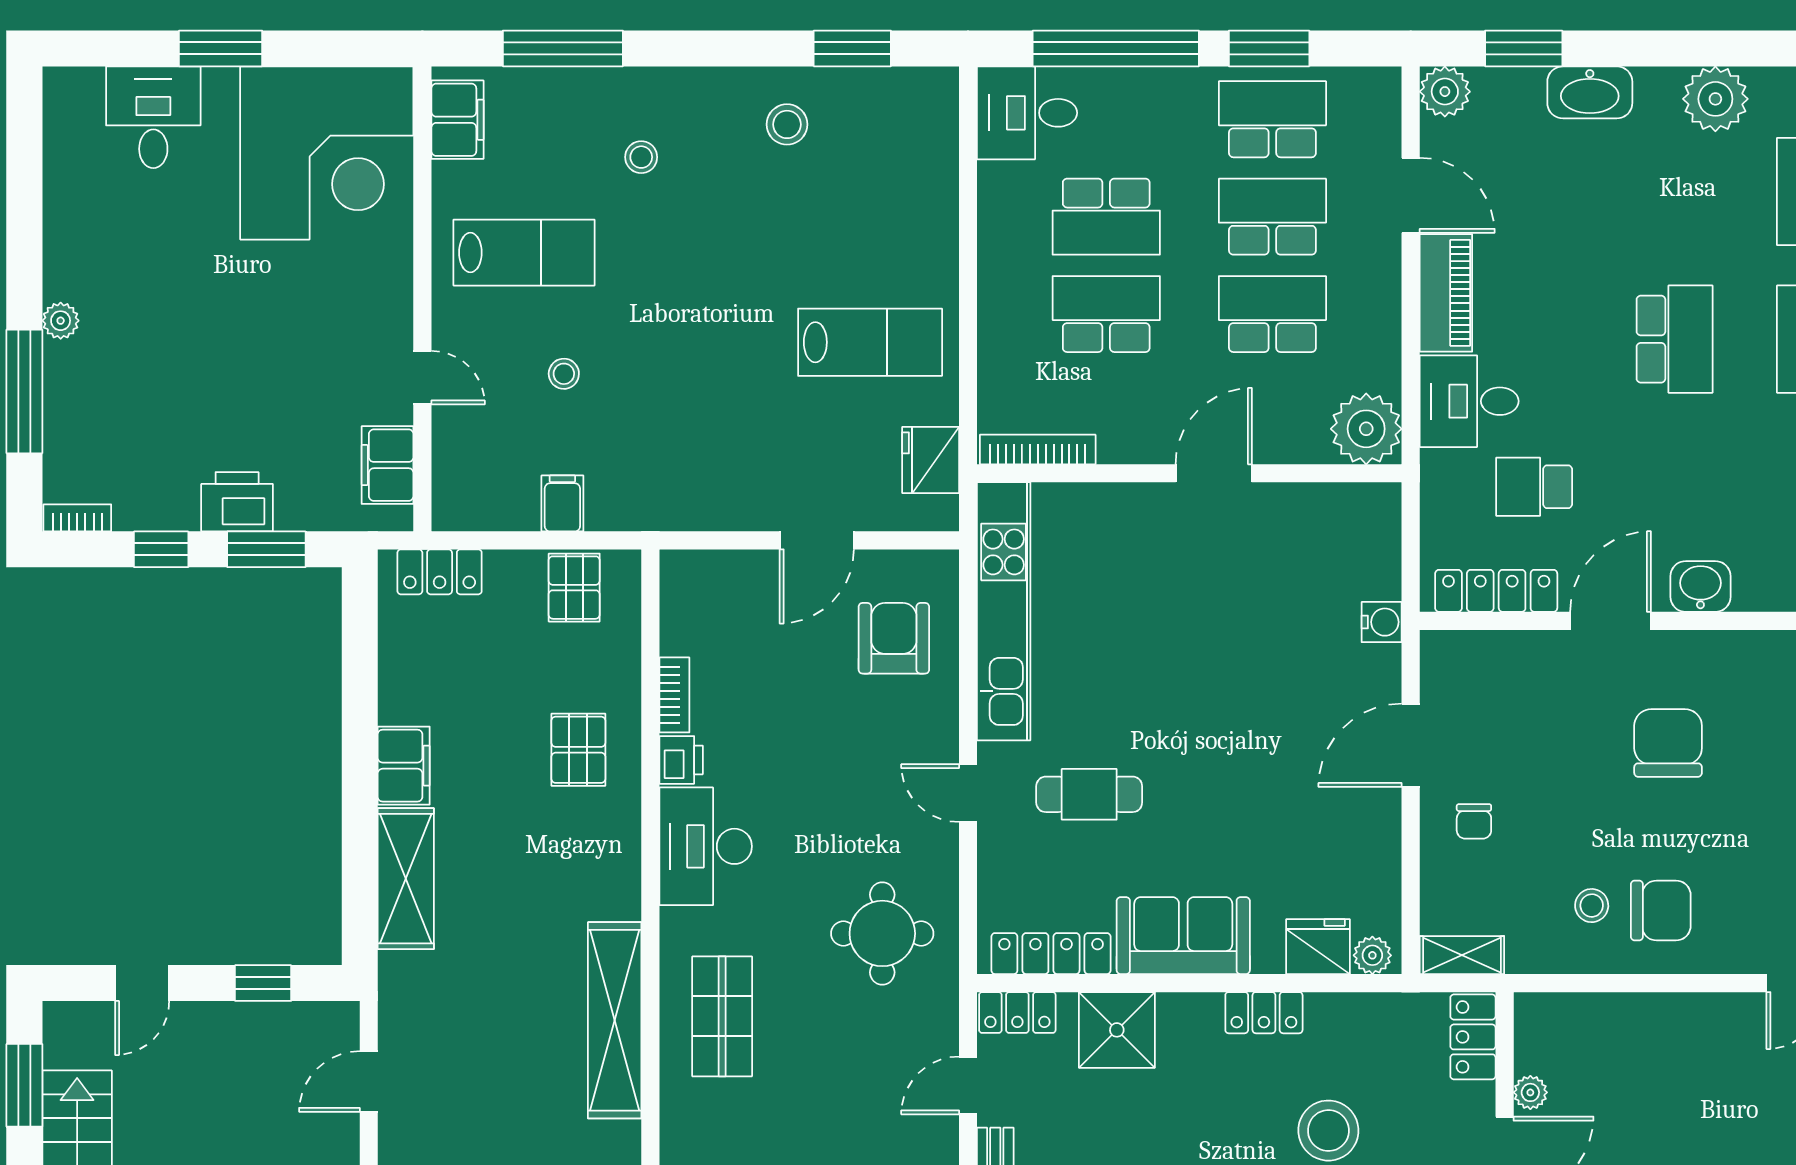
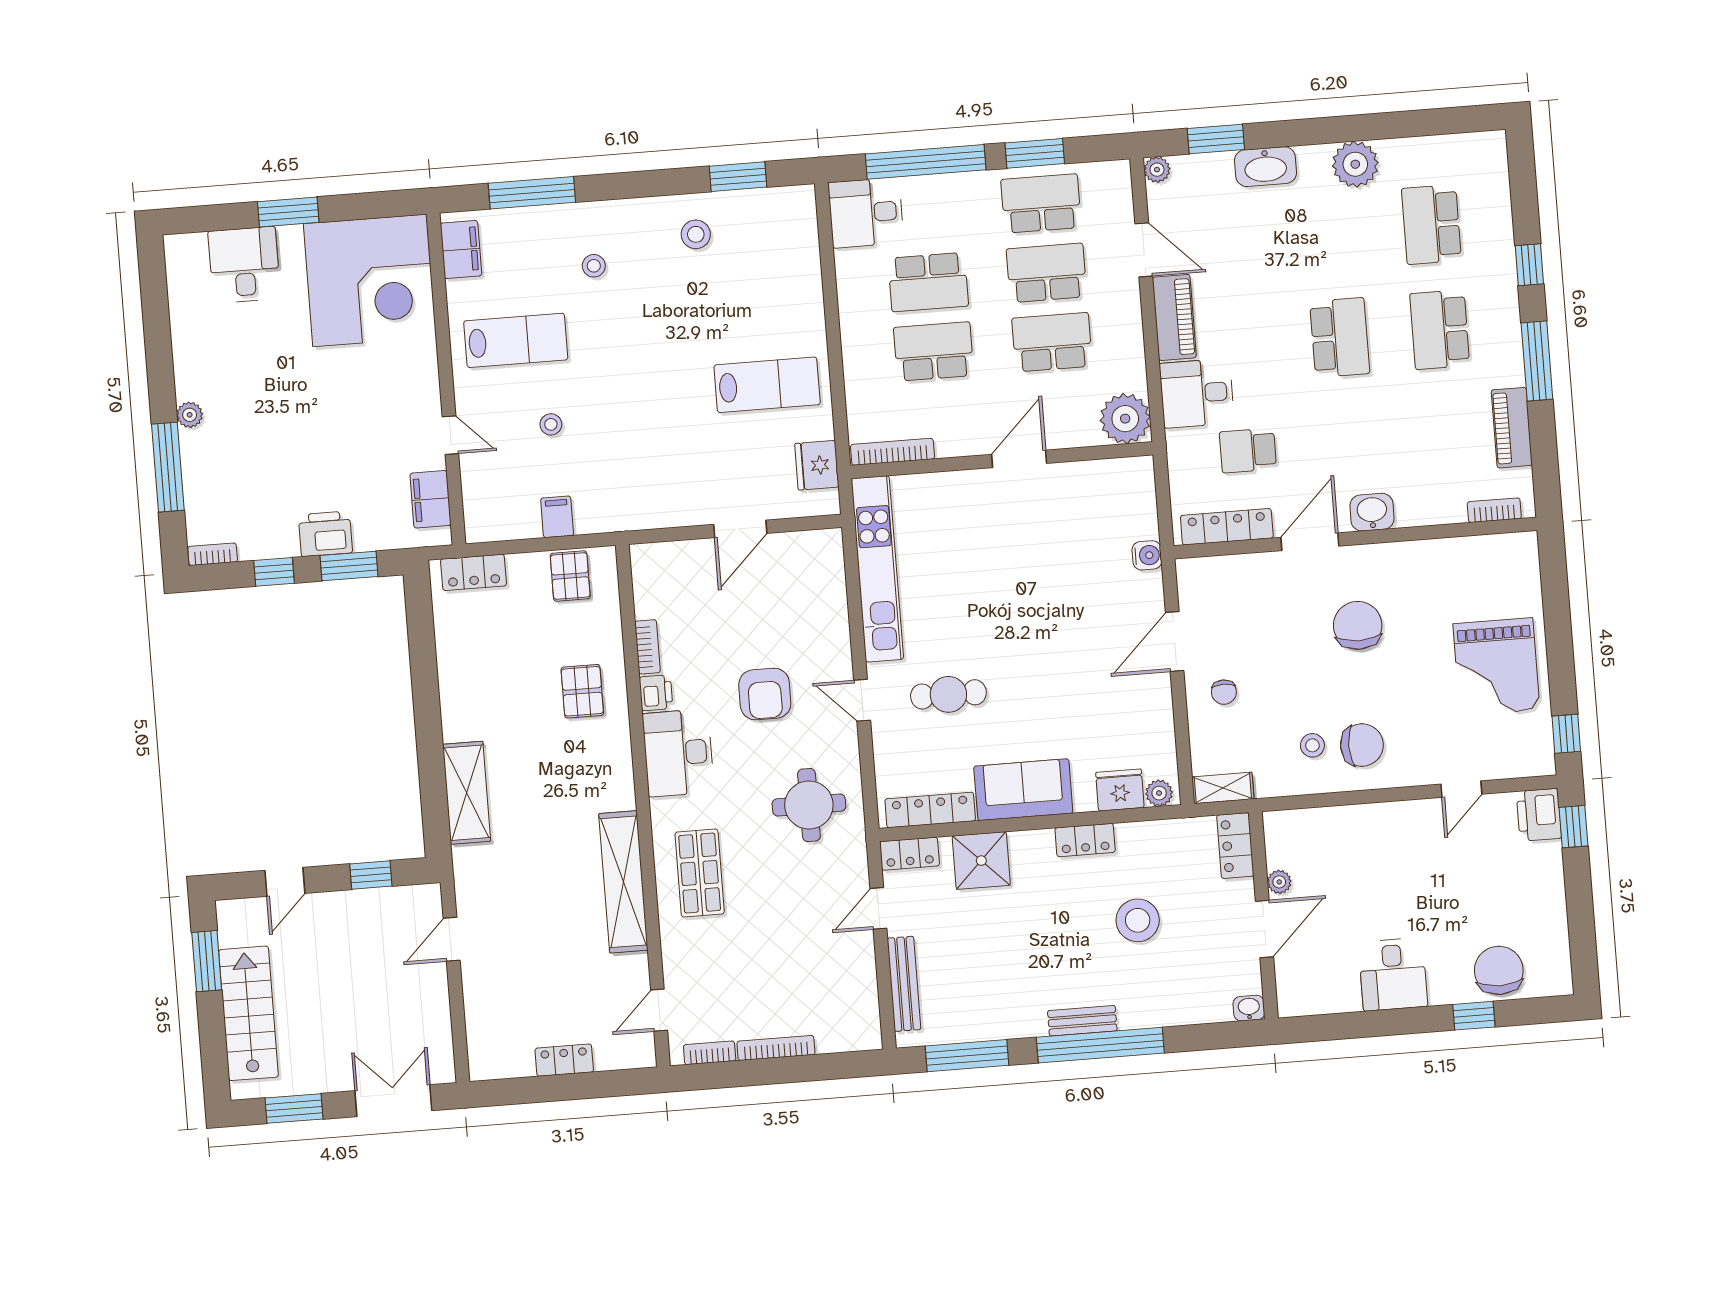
plant: (1445, 92) -> (1157, 170), width x0.73, depth x0.73
armchair: (894, 638) -> (765, 694), moved, turned 180
filing cabinet: (404, 766) -> (459, 712), removed

